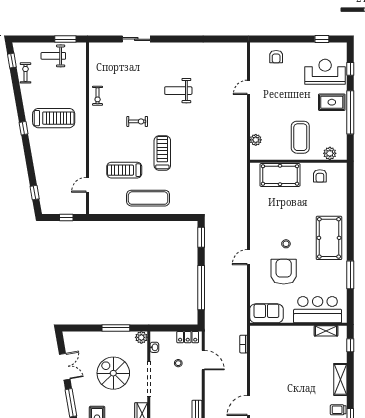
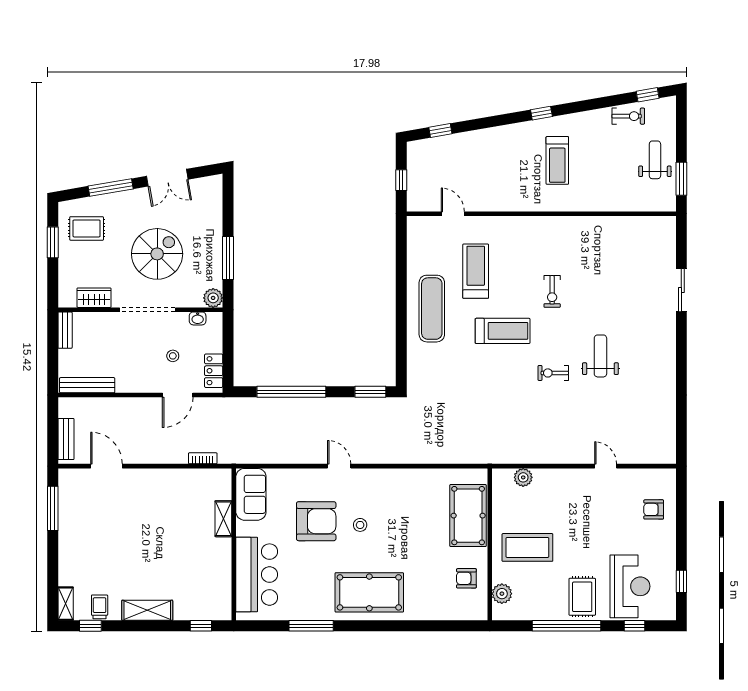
exercise bike: (98, 96) -> (553, 373), moved
treadmill: (54, 118) -> (557, 160), width x0.73, depth x0.73
shelving: (326, 331) -> (223, 519), moved

